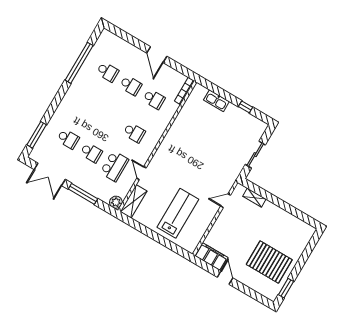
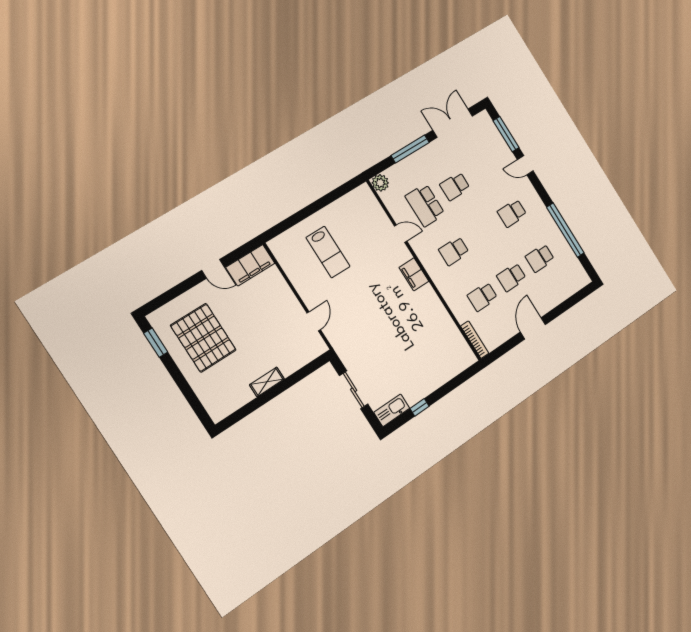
door: (157, 55) -> (533, 328), hinge flipped
kitchen sink: (216, 101) -> (392, 410), moved
door: (50, 112) -> (525, 165), added
school desk: (68, 139) -> (512, 213), moved
filing cabinet: (163, 152) -> (414, 274), added
shelving: (254, 198) -> (267, 382), moved
shelving: (134, 201) -> (371, 205), removed
lab bench: (178, 213) -> (328, 252), width x0.73, depth x0.72
pallet: (269, 262) -> (203, 338), turned 90

